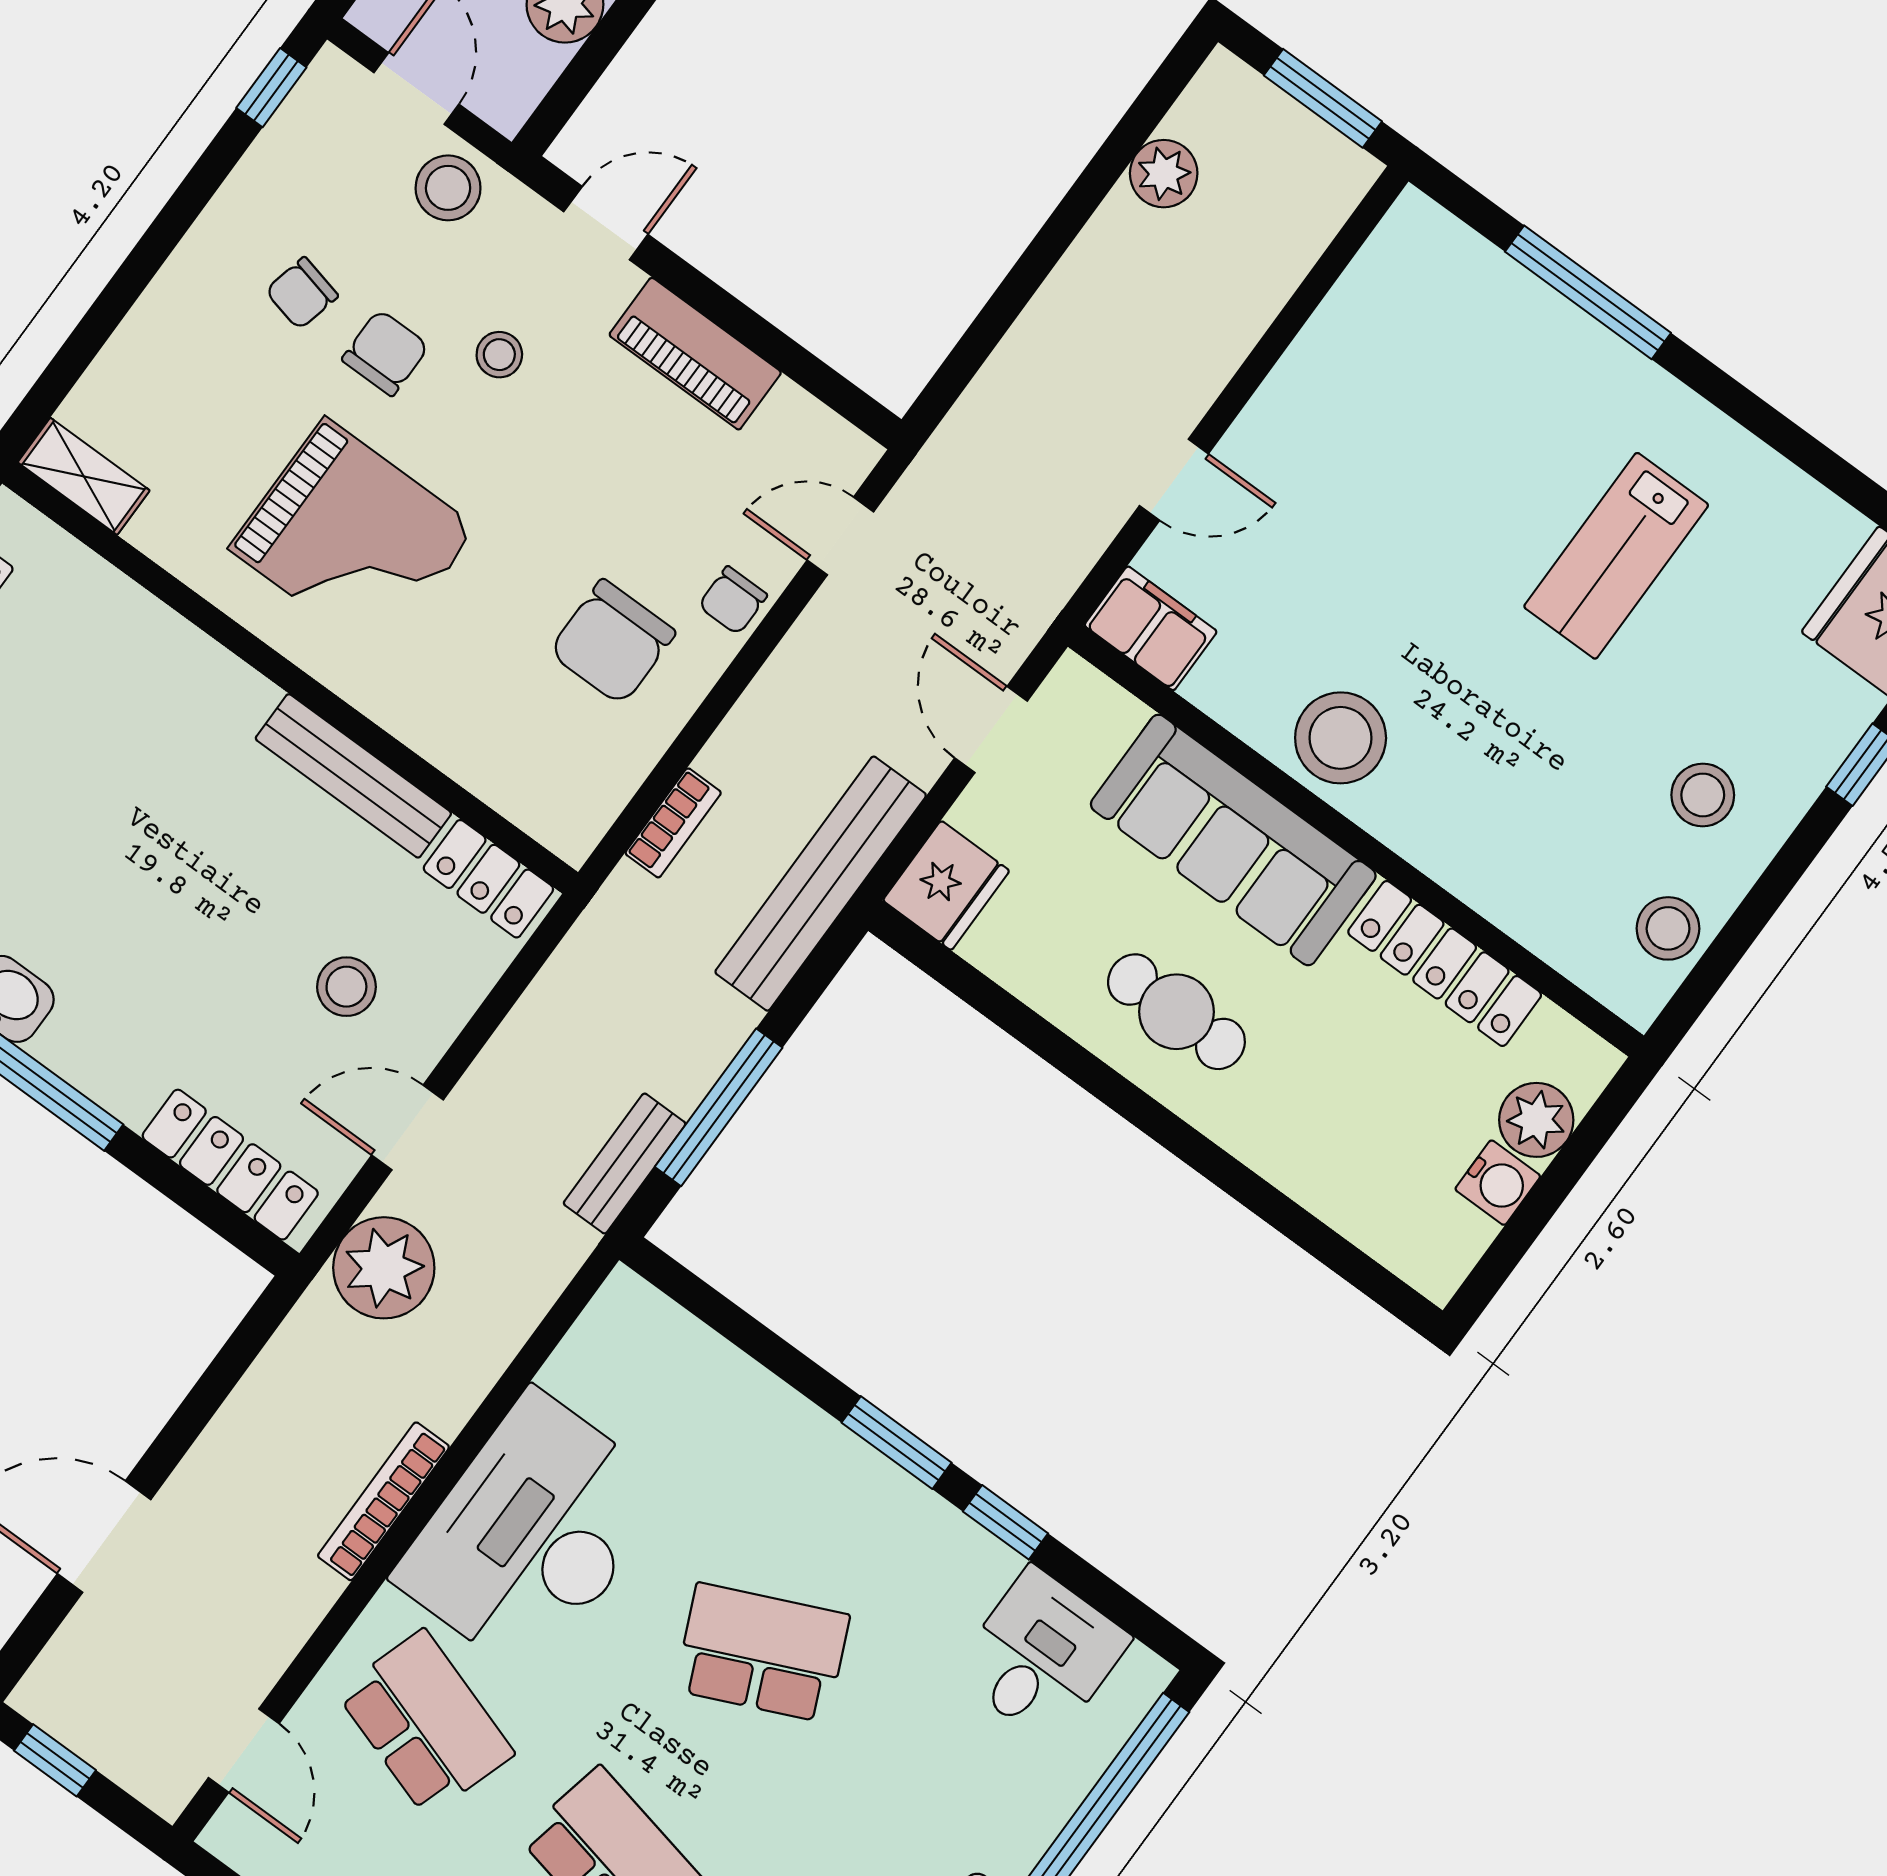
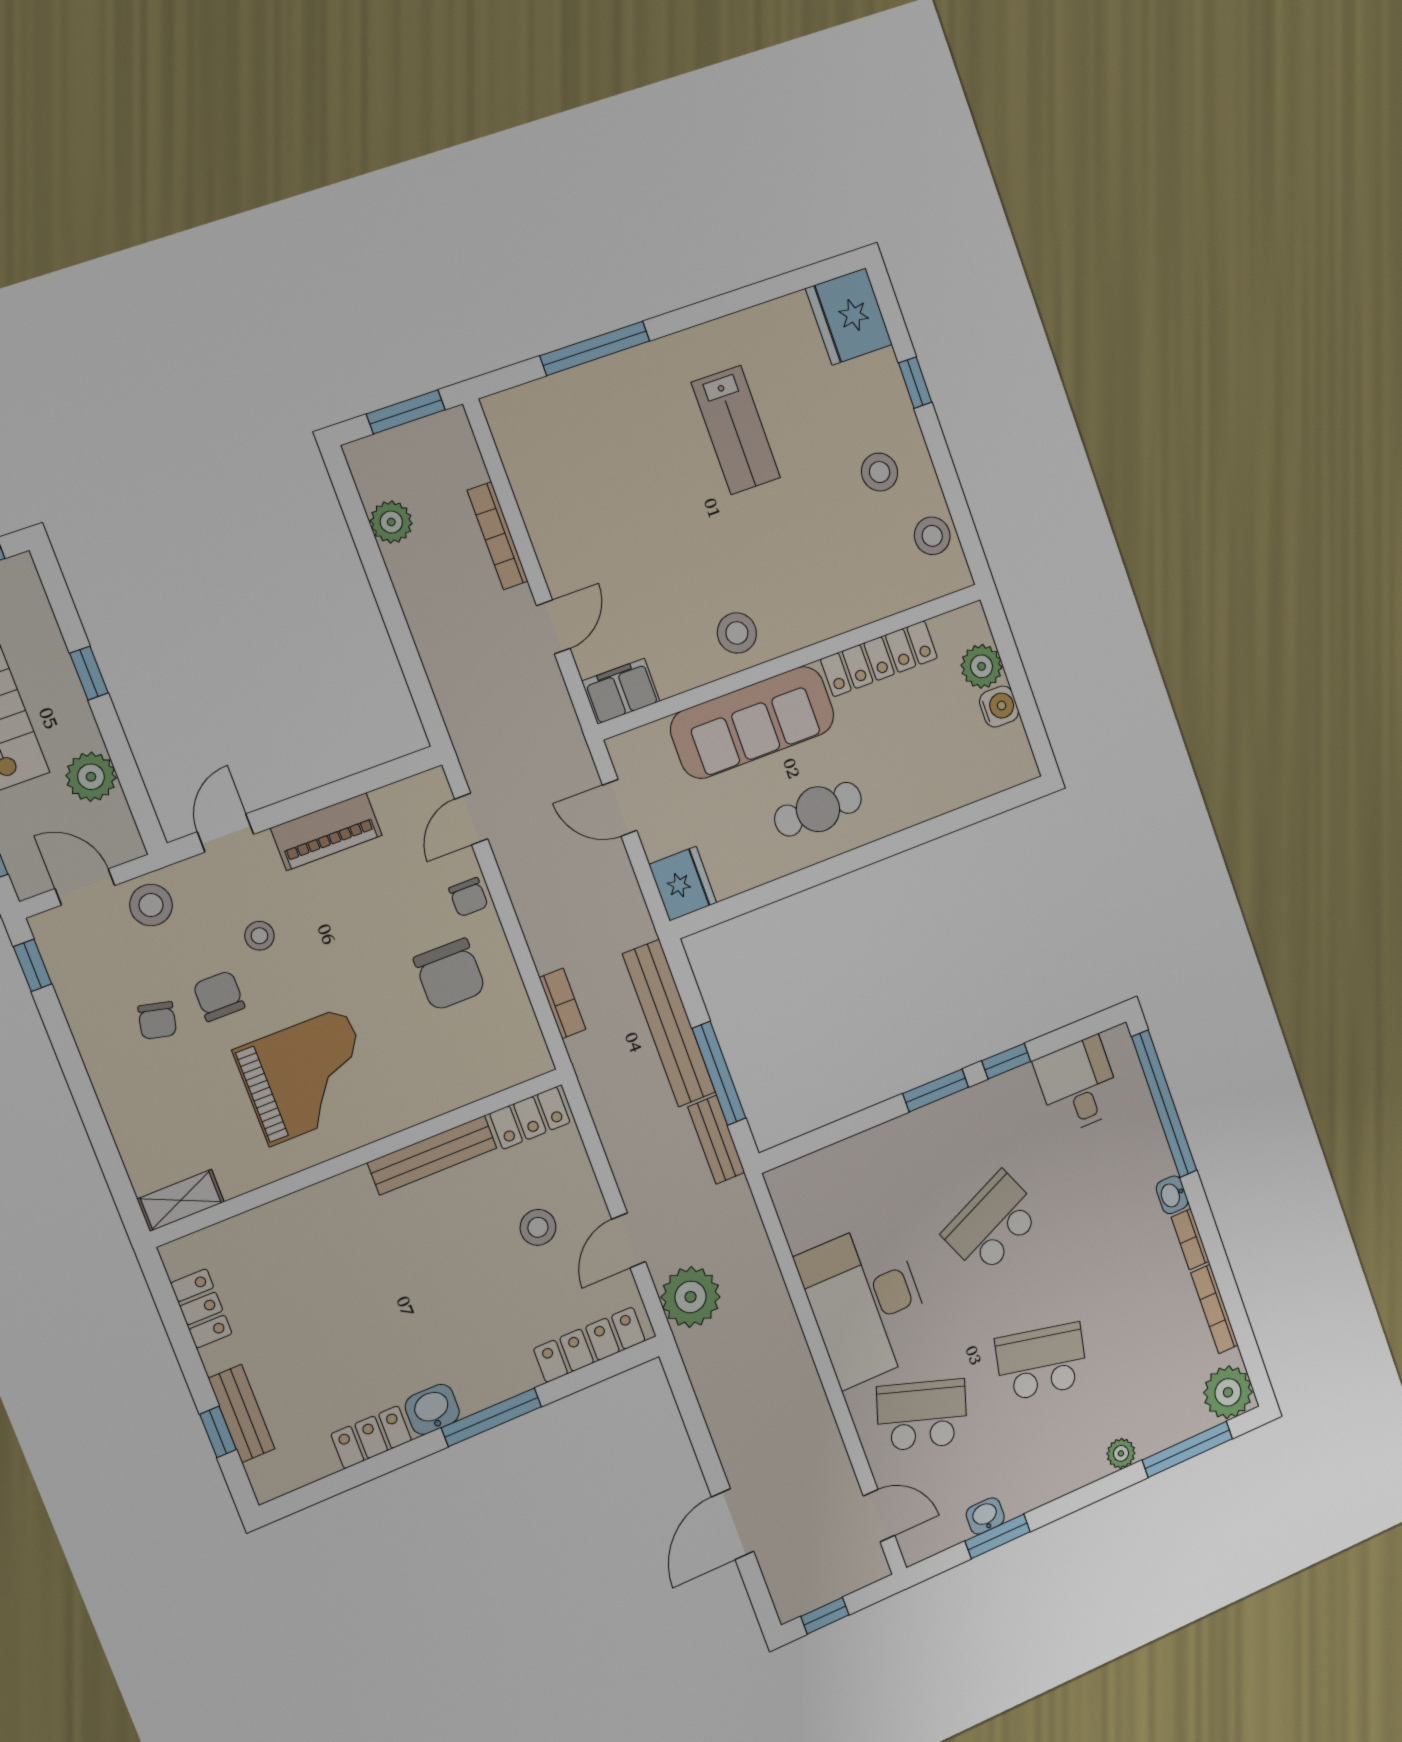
stool: (1341, 738) -> (737, 633), width x0.73, depth x0.73
bench: (821, 884) -> (669, 1023), moved
bookcase: (383, 1501) -> (498, 536), moved

